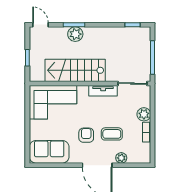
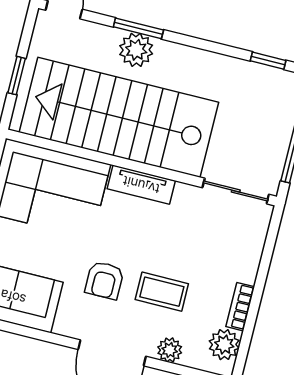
stairs: (75, 70) -> (119, 117), width x1.36, depth x1.51
tv unit: (103, 91) -> (141, 185), moved
plant: (144, 114) -> (224, 345), moved
armchair: (86, 135) -> (104, 280), turned 180

